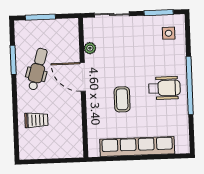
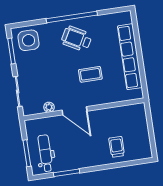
side table: (169, 33) -> (29, 40), width x1.87, depth x1.87
dental chair: (38, 69) -> (45, 153), moved, turned 73
door: (83, 77) -> (75, 111), hinge flipped
wheelchair: (164, 88) -> (77, 39), turned -61

